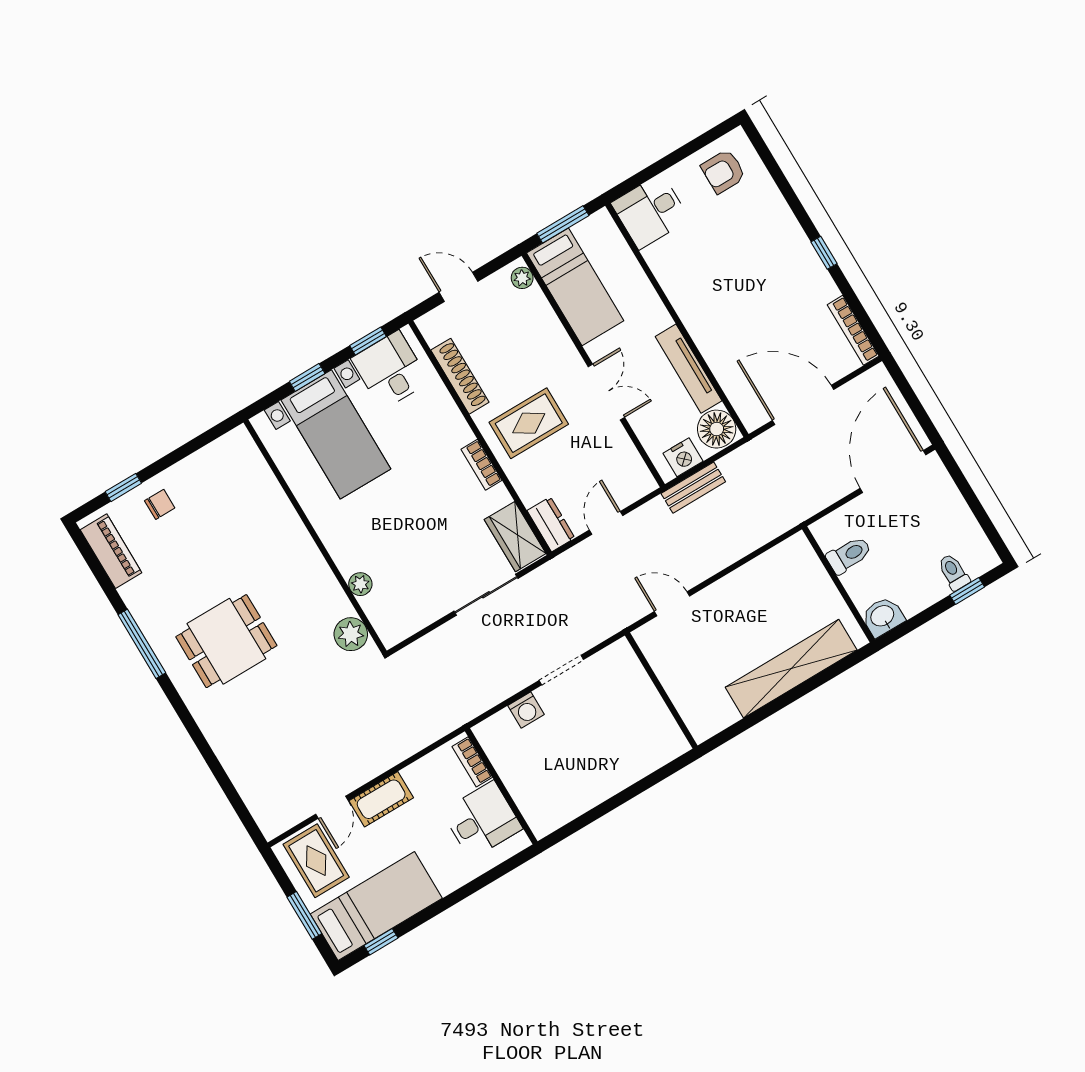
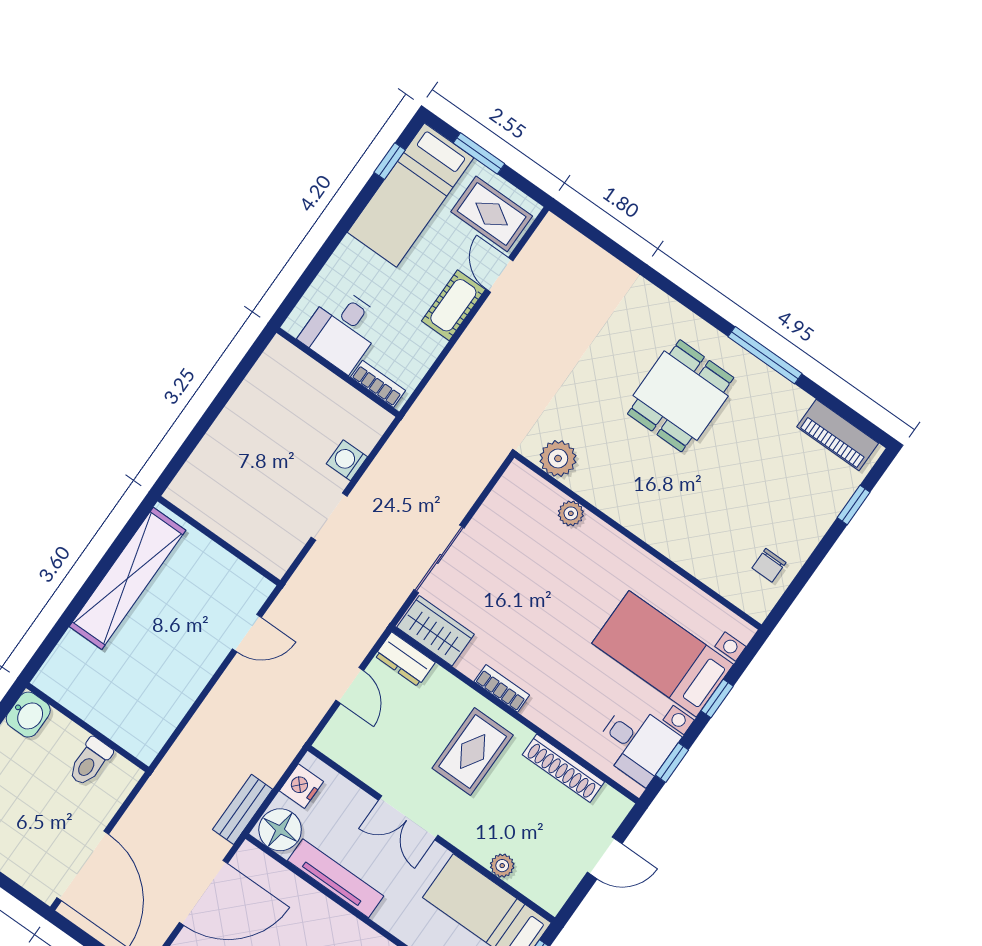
plant: (522, 278) -> (502, 866), moved
bench: (693, 488) -> (243, 809), moved
chair: (160, 504) -> (769, 565), moved
shelving: (791, 669) -> (128, 578), moved

